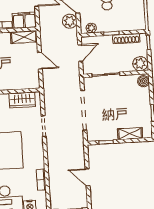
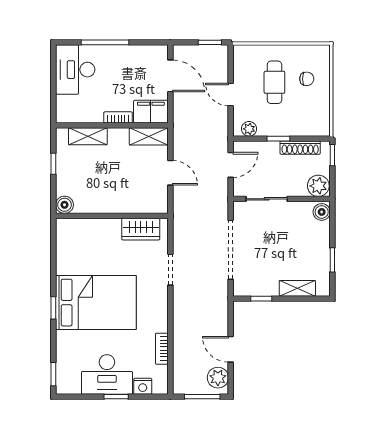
plant: (70, 21) -> (218, 378), moved

